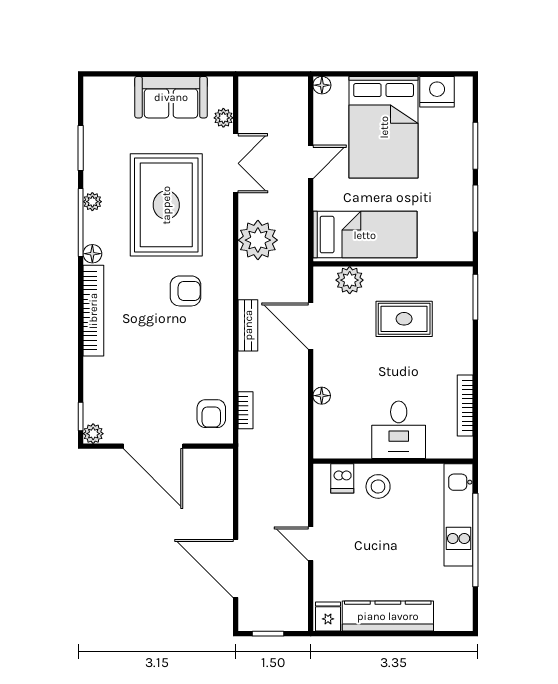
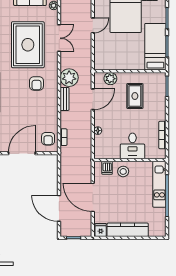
double door: (236, 163) -> (59, 38), moved
bed: (365, 235) -> (155, 47), moved, turned -90
plant: (258, 240) -> (69, 78), moved
armchair: (185, 291) -> (36, 83), turned 90
rug: (404, 319) -> (135, 96), turned 90
door: (311, 326) -> (93, 99), swing flipped
door: (153, 446) -> (22, 153), swing flipped
door: (311, 544) -> (93, 197), width x1.87

